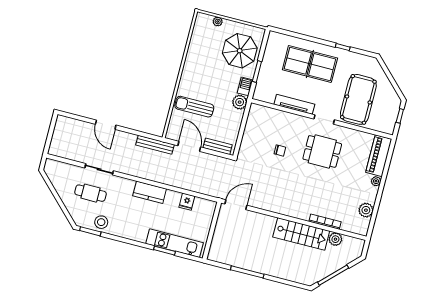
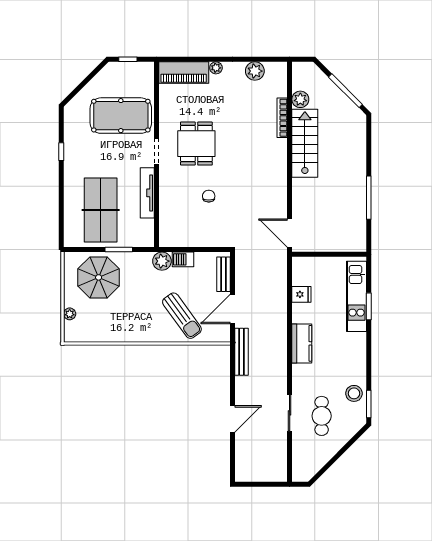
table tennis table: (310, 64) -> (101, 210), moved
barbecue: (245, 86) -> (183, 259), moved
sun lounger: (194, 107) -> (182, 316), turned -36

